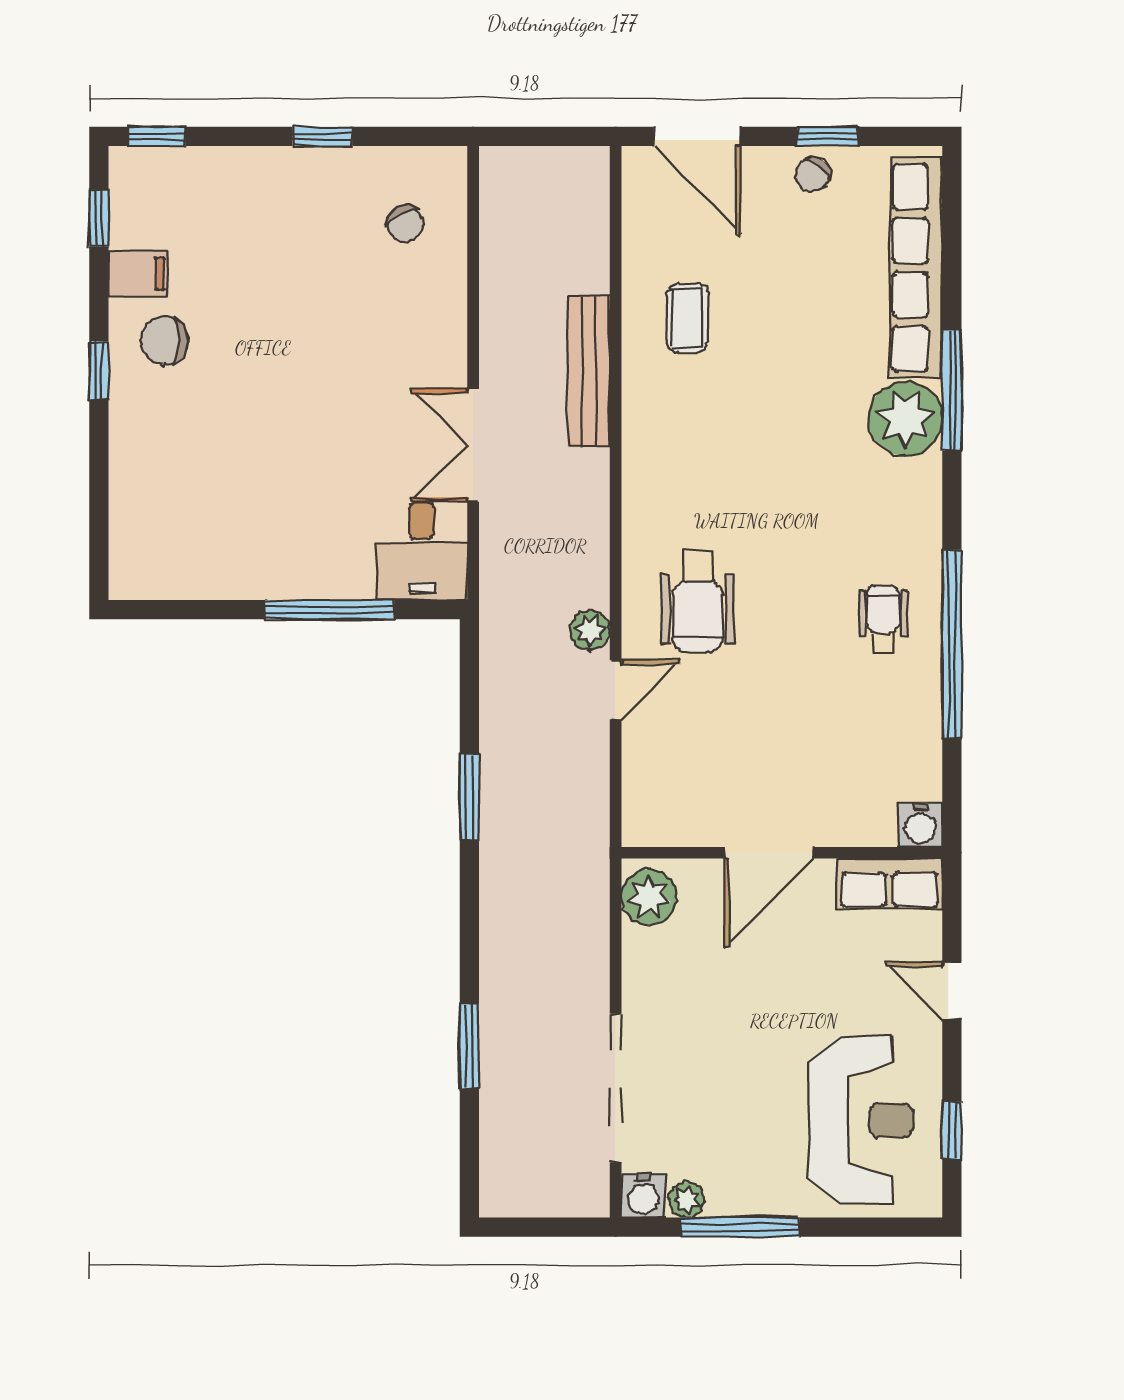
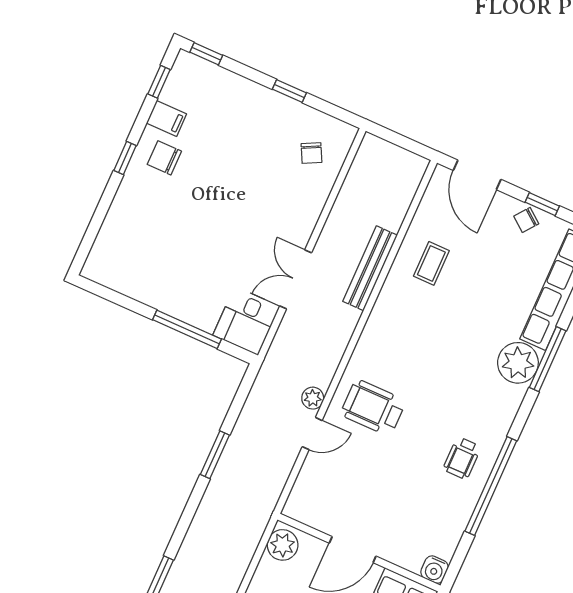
wheelchair: (698, 601) -> (373, 408), turned 90
wheelchair: (883, 619) -> (462, 458), turned 180

